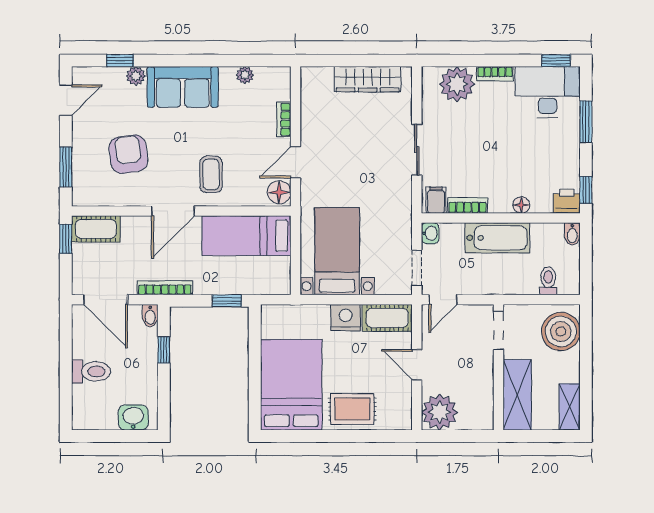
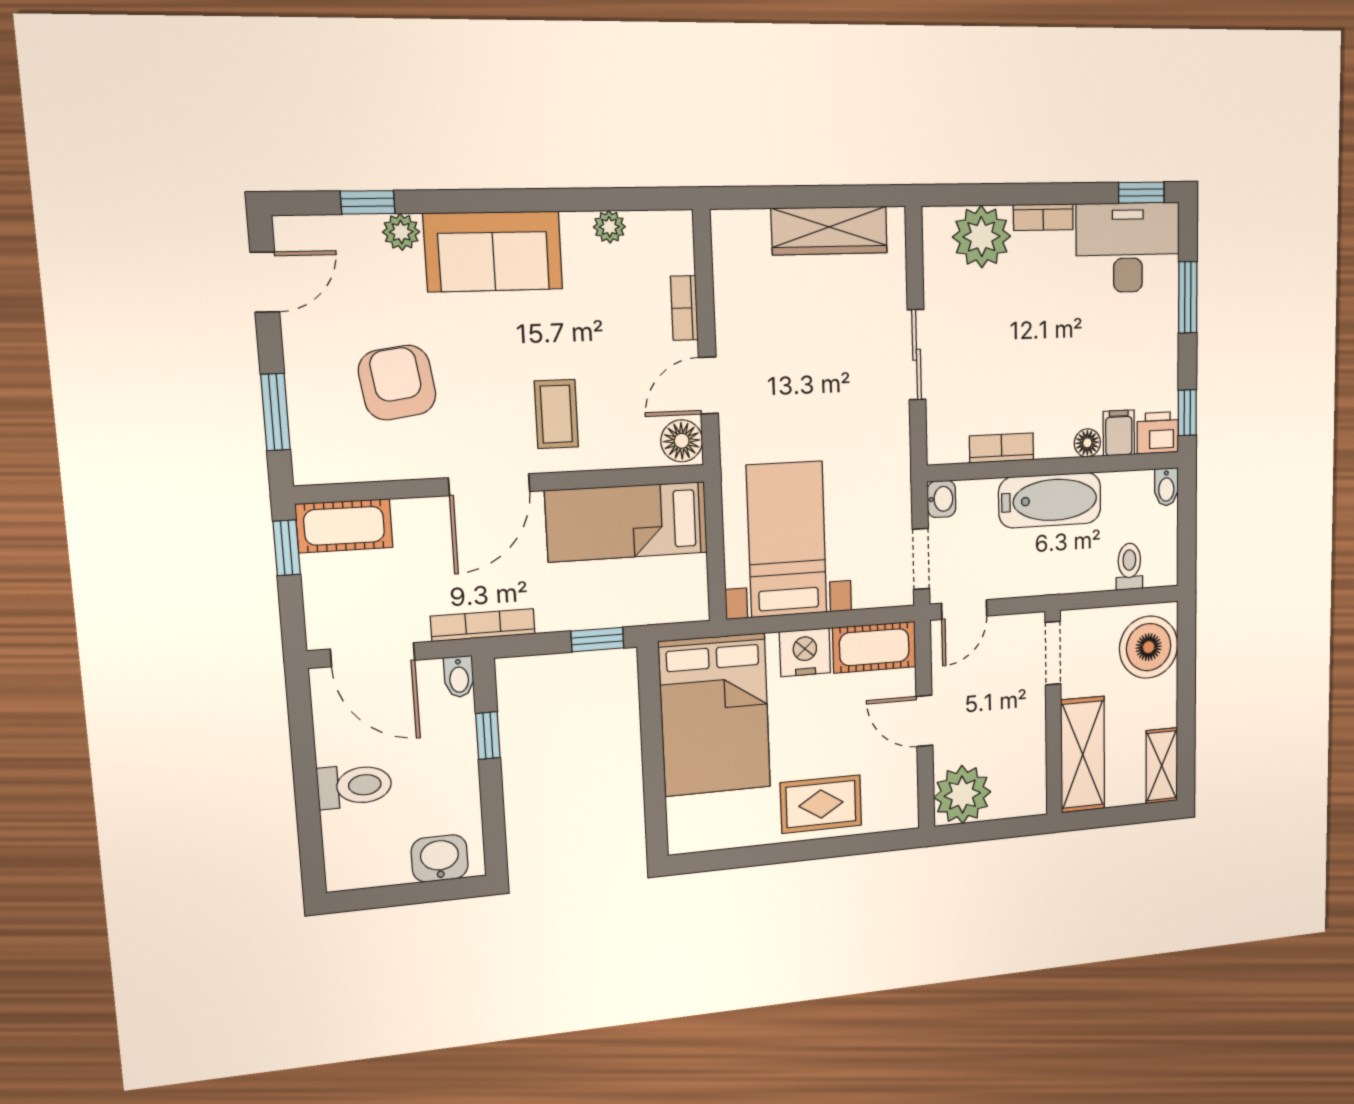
filing cabinet: (436, 200) -> (1119, 433), moved
bed: (291, 385) -> (715, 715), moved, turned 180

